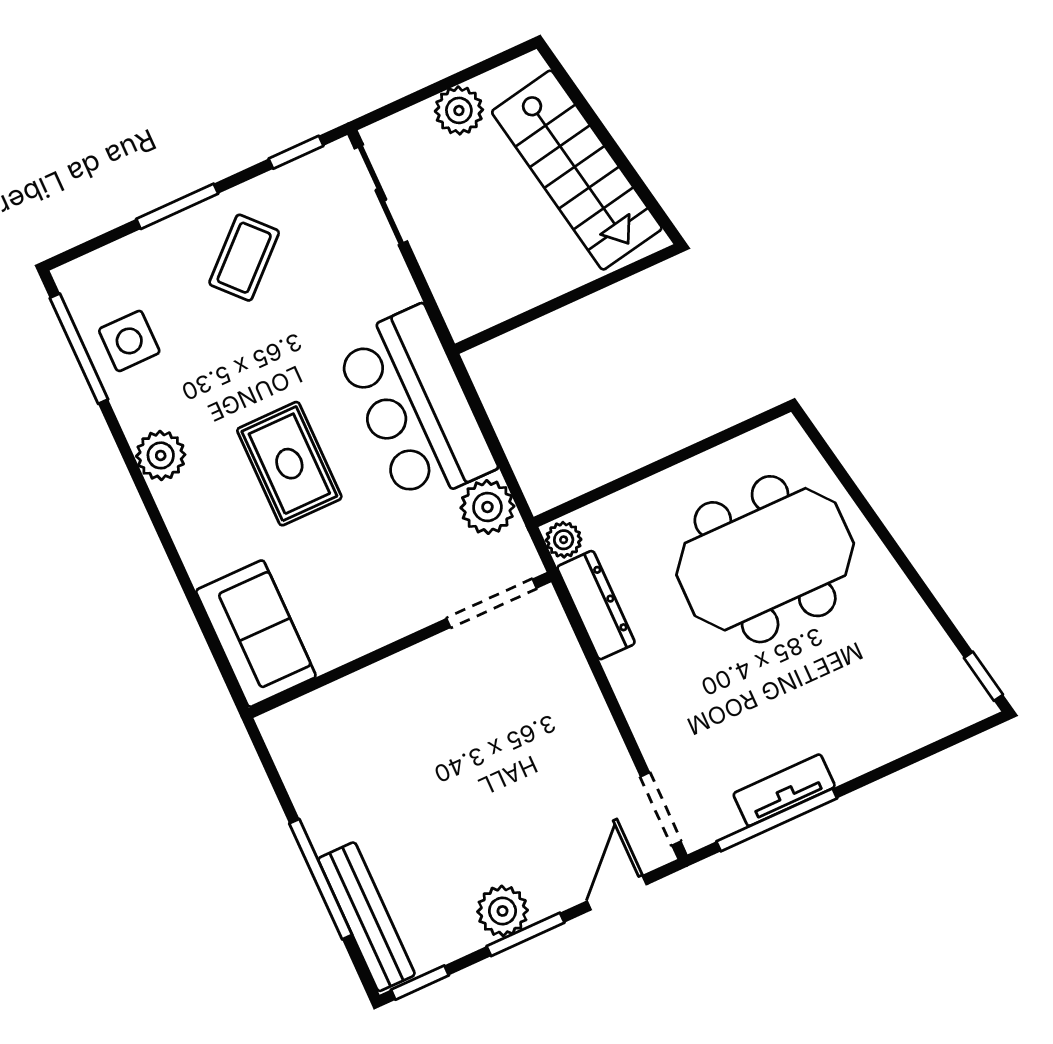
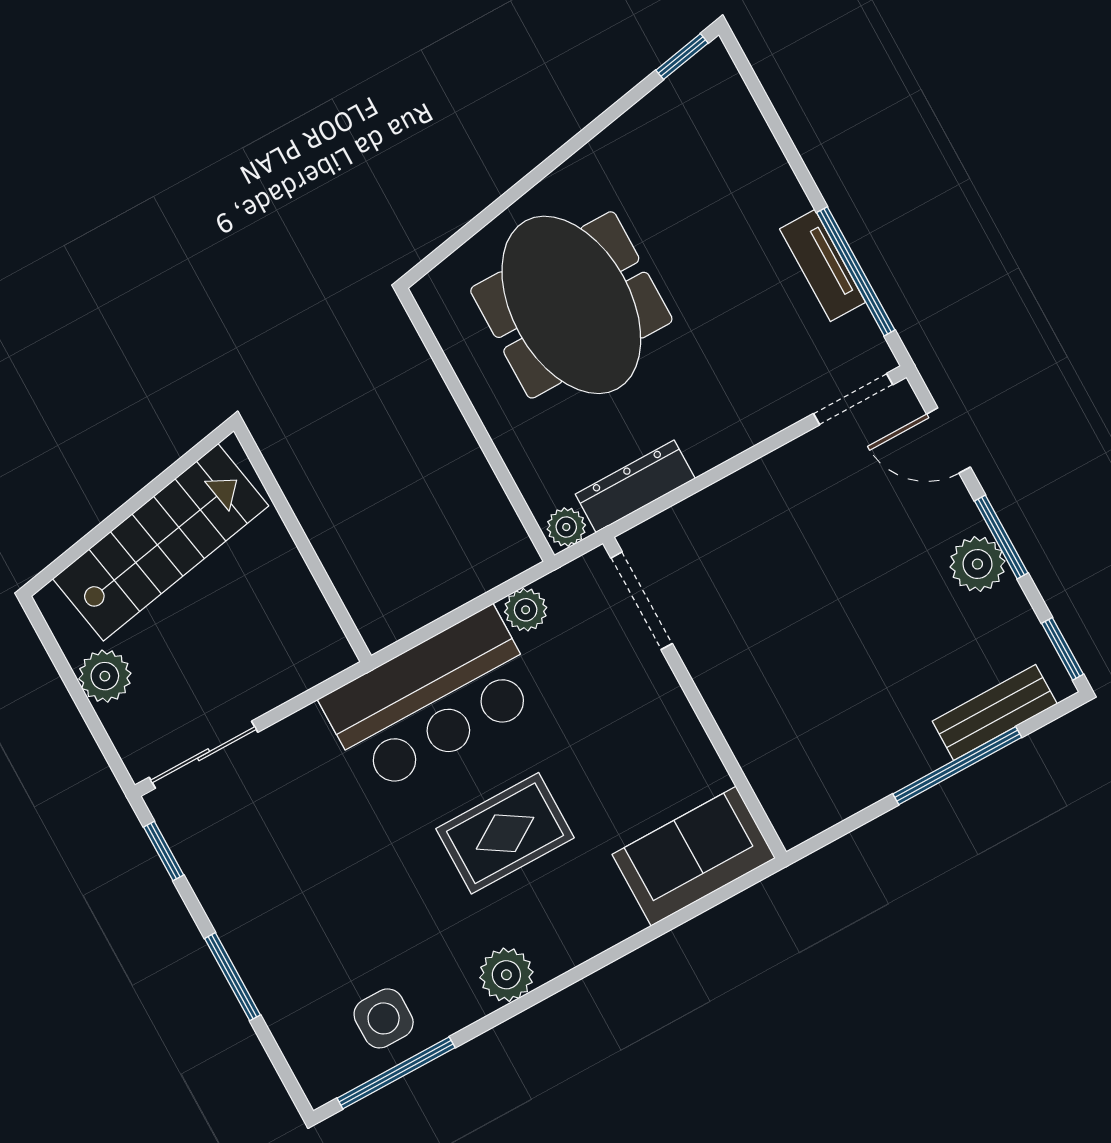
coffee table: (244, 258) -> (283, 899), removed
plant: (487, 507) -> (526, 610), width x0.73, depth x0.73
bench: (366, 917) -> (995, 712), width x0.73

